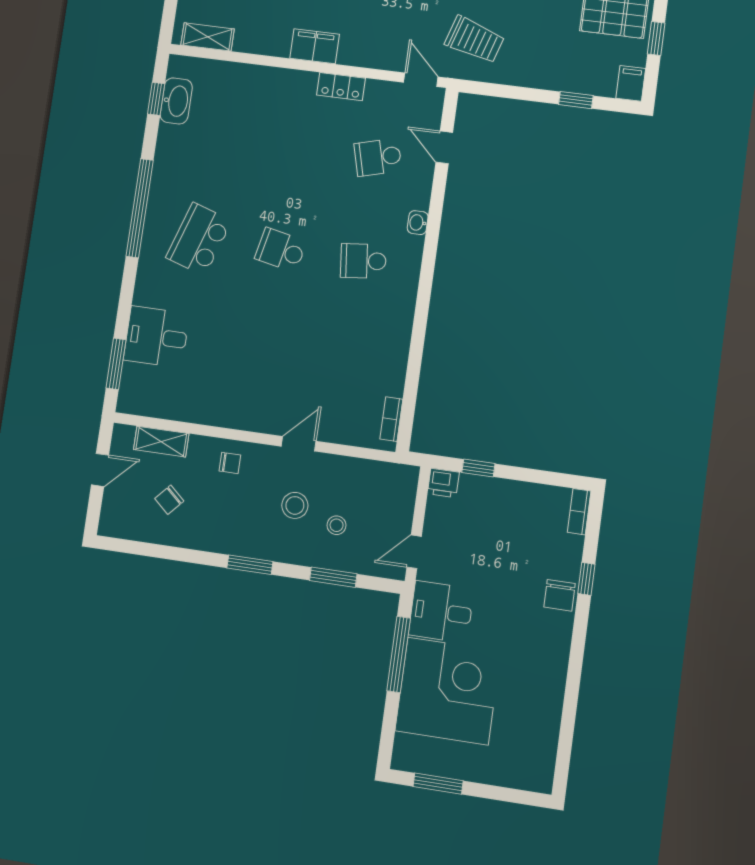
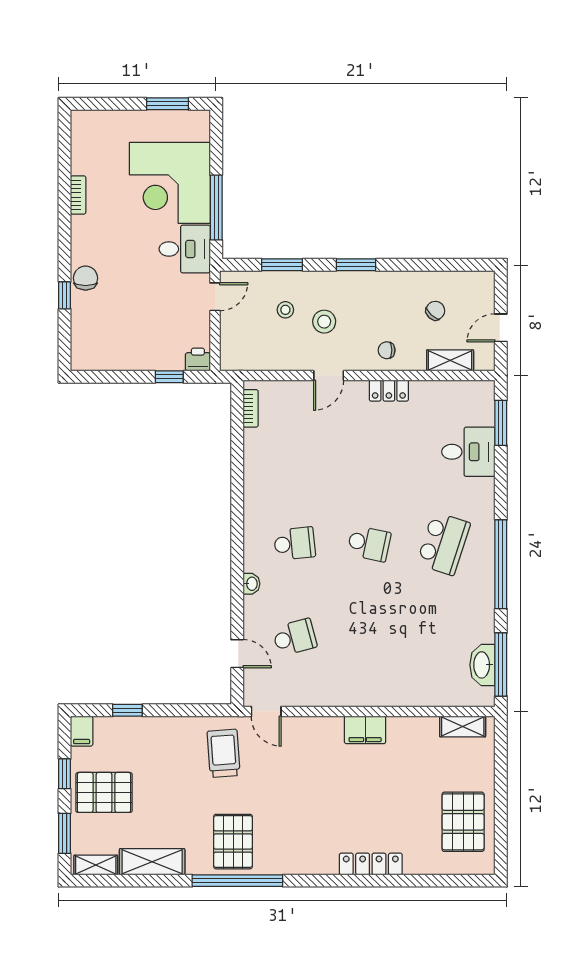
trolley: (475, 40) -> (224, 753), turned 69
locker: (341, 87) -> (389, 391), moved, turned 180
window: (156, 99) -> (501, 665), width x2.17
bookcase: (579, 512) -> (78, 195), moved

